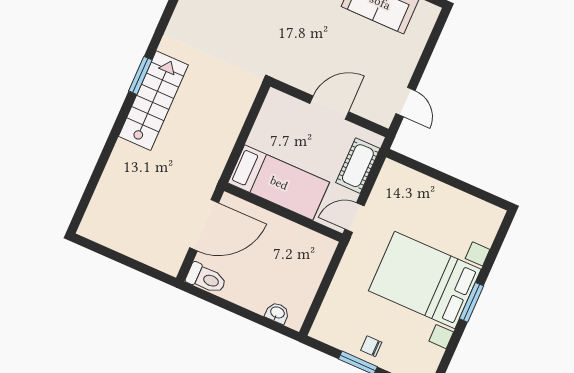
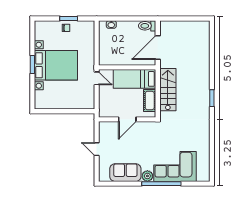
stairs: (153, 101) -> (168, 90), moved, turned 180
door: (405, 102) -> (97, 149), moved
cot: (358, 166) -> (150, 100), moved
door: (355, 218) -> (97, 78), hinge flipped

